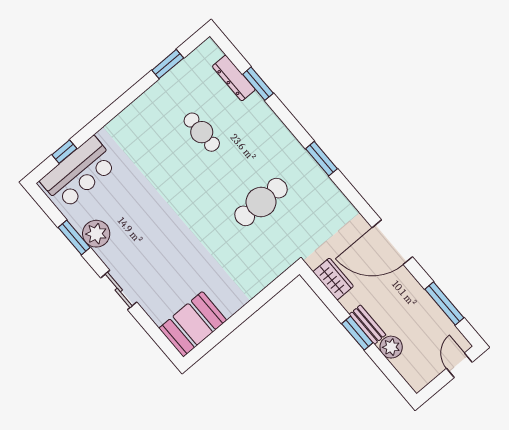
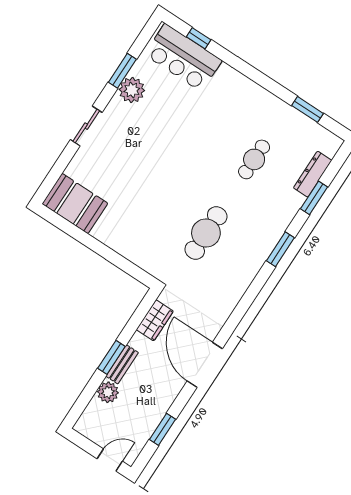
window: (322, 159) -> (280, 249), moved
cafe table: (261, 202) -> (206, 233), turned 90
window: (444, 304) -> (162, 429), width x0.69

